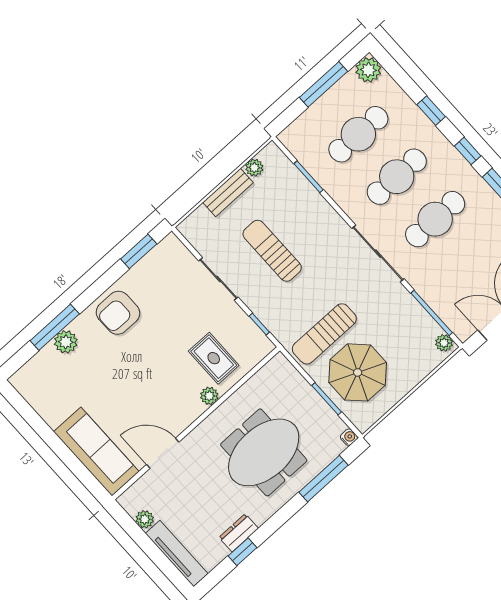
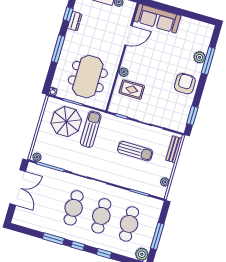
bench: (228, 193) -> (174, 149), moved
meeting table: (264, 452) -> (88, 77), moved
window: (323, 479) -> (58, 49), moved

